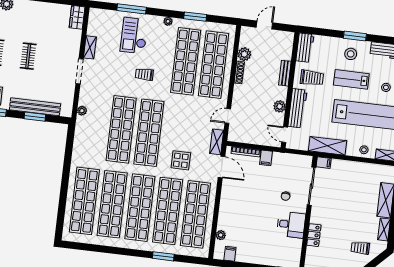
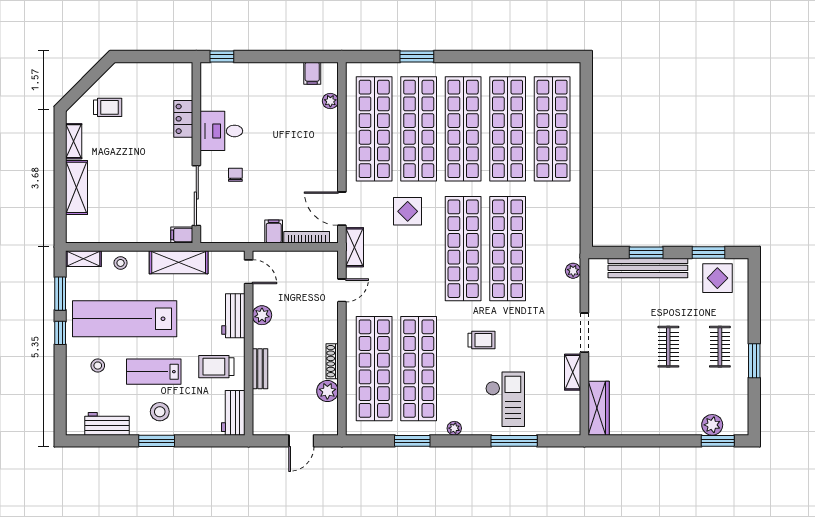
wardrobe: (77, 17) -> (599, 408), width x1.50
lab bench: (351, 79) -> (154, 372), turned 180
workbench: (297, 108) -> (233, 316), width x0.73

